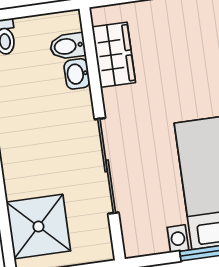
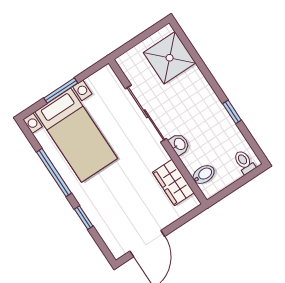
washbasin: (77, 74) -> (179, 144), moved

